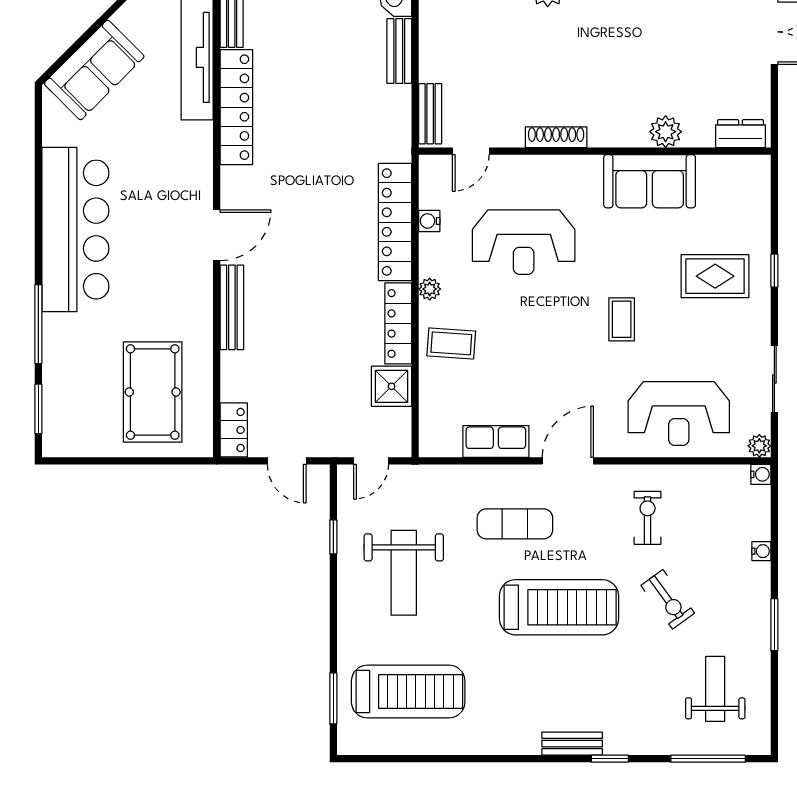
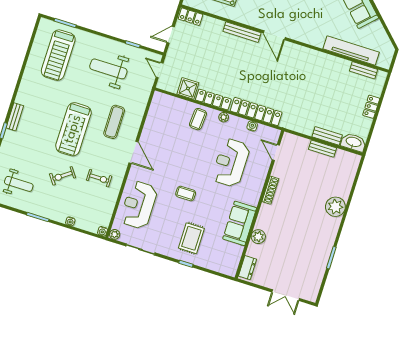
locker: (236, 107) -> (325, 60), removed
bench: (430, 114) -> (322, 149), moved
row of seats: (496, 442) -> (151, 125), removed

